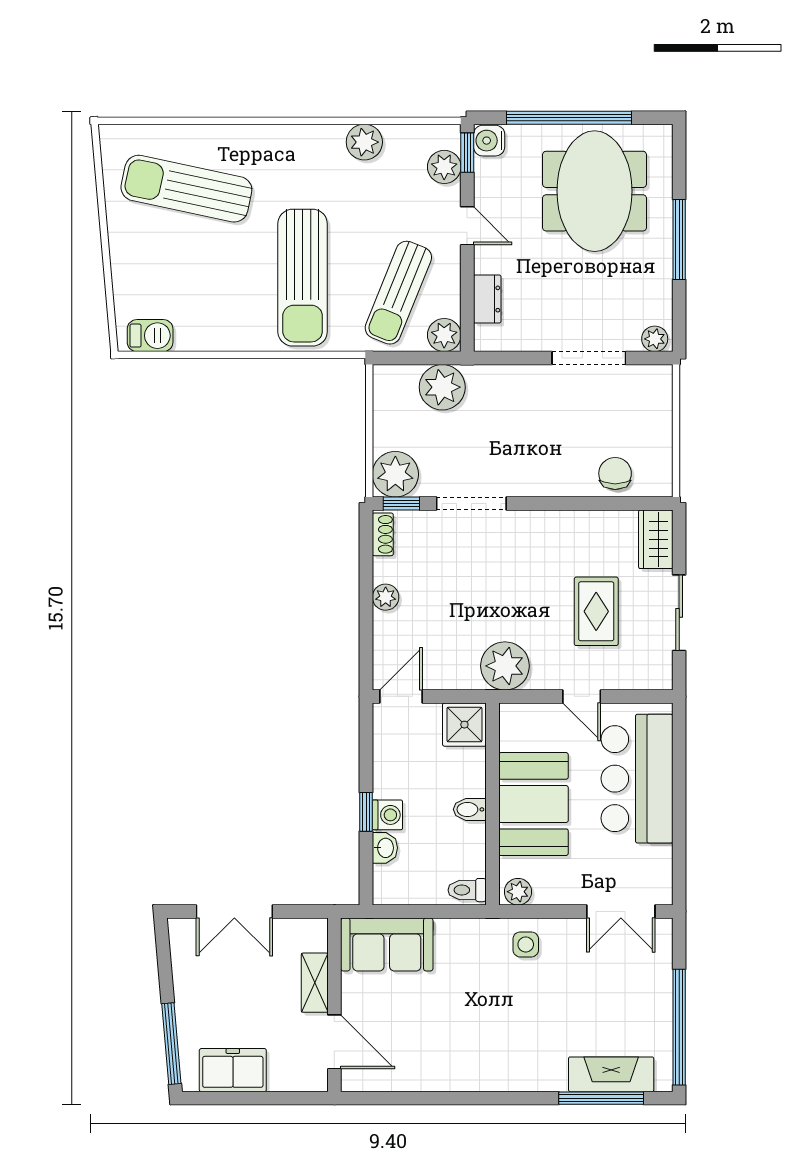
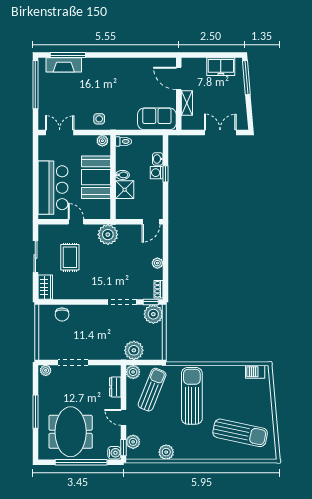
shower: (464, 725) -> (125, 190), moved

